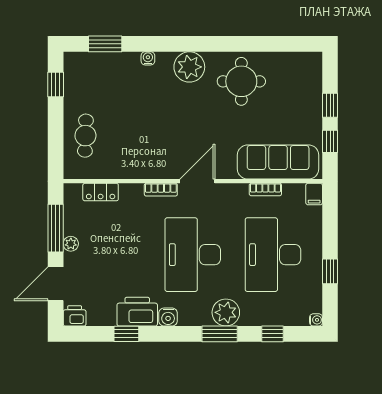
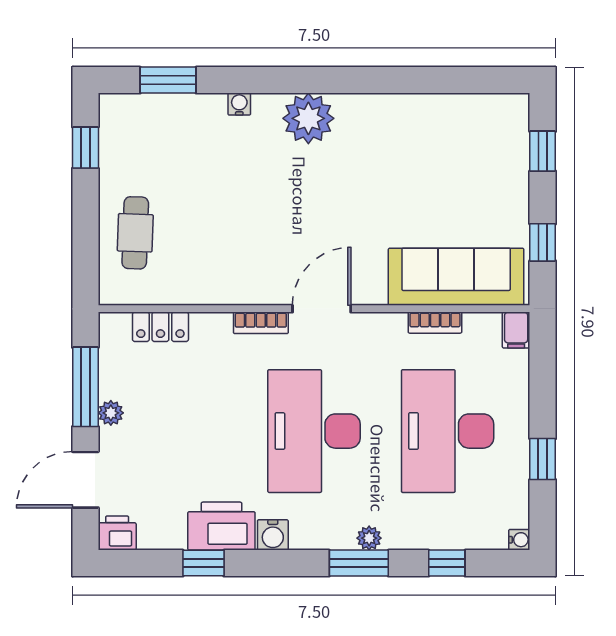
round table: (241, 81) -> (395, 142), removed
window: (330, 105) -> (543, 151), moved
plant: (226, 312) -> (369, 538), width x0.53, depth x0.53

